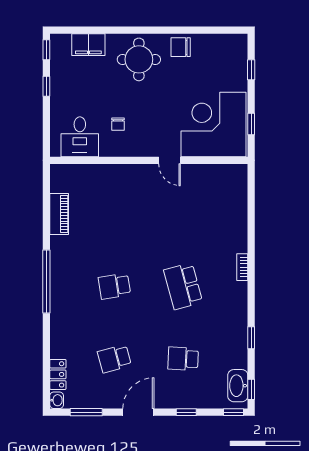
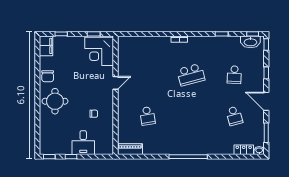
filing cabinet: (88, 45) -> (46, 46), moved
corner desk: (213, 124) -> (99, 51), width x0.74, depth x0.74
desk: (80, 137) -> (83, 143), moved, turned 90
piano: (59, 214) -> (130, 149), moved
school desk: (114, 286) -> (147, 116), moved

